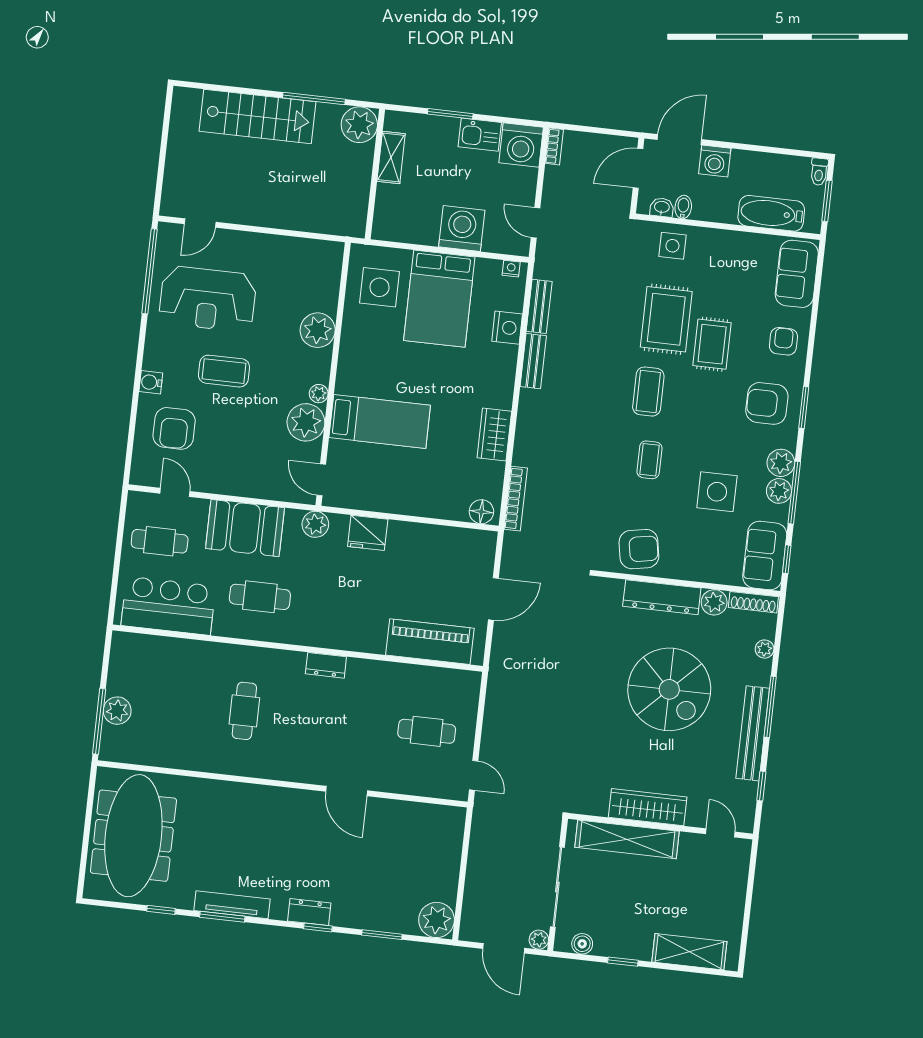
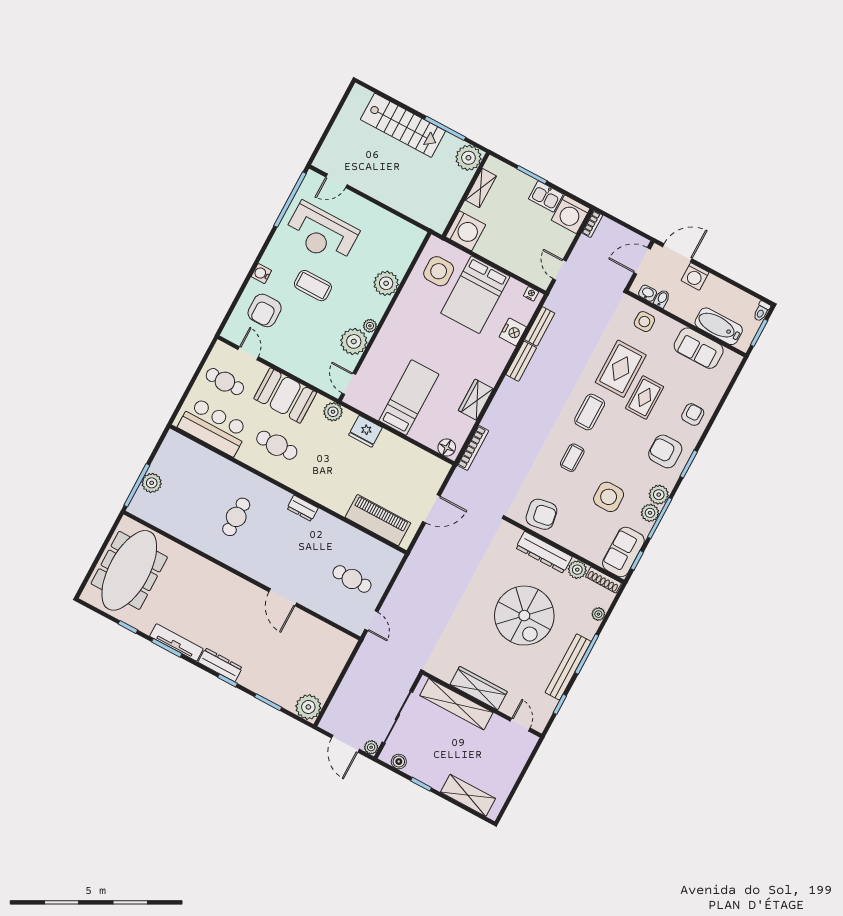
washing machine: (462, 228) -> (466, 231), moved, turned 90
sofa: (797, 274) -> (699, 348), moved, turned -90
bed: (380, 421) -> (409, 398), moved, turned -90
dresser: (309, 912) -> (220, 665), width x1.44

